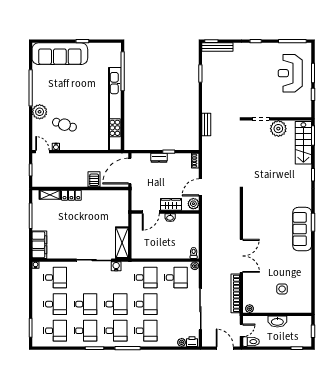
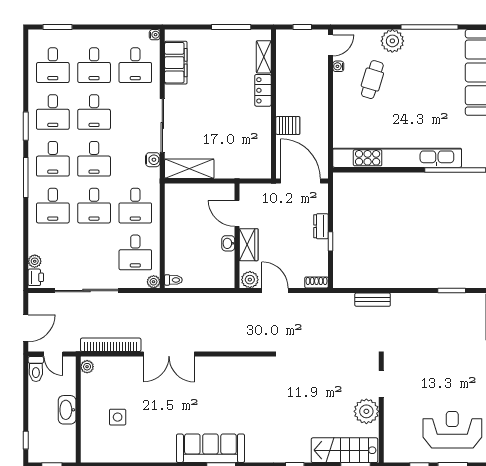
filing cabinet: (39, 245) -> (176, 63), moved, turned -90

